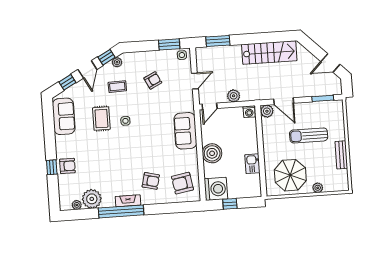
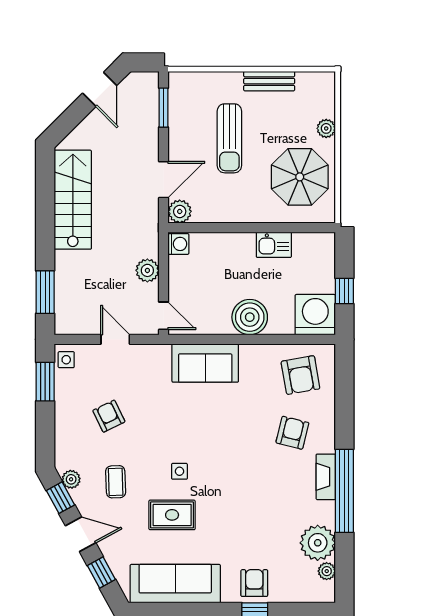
sofa: (64, 116) -> (175, 584), width x1.36

